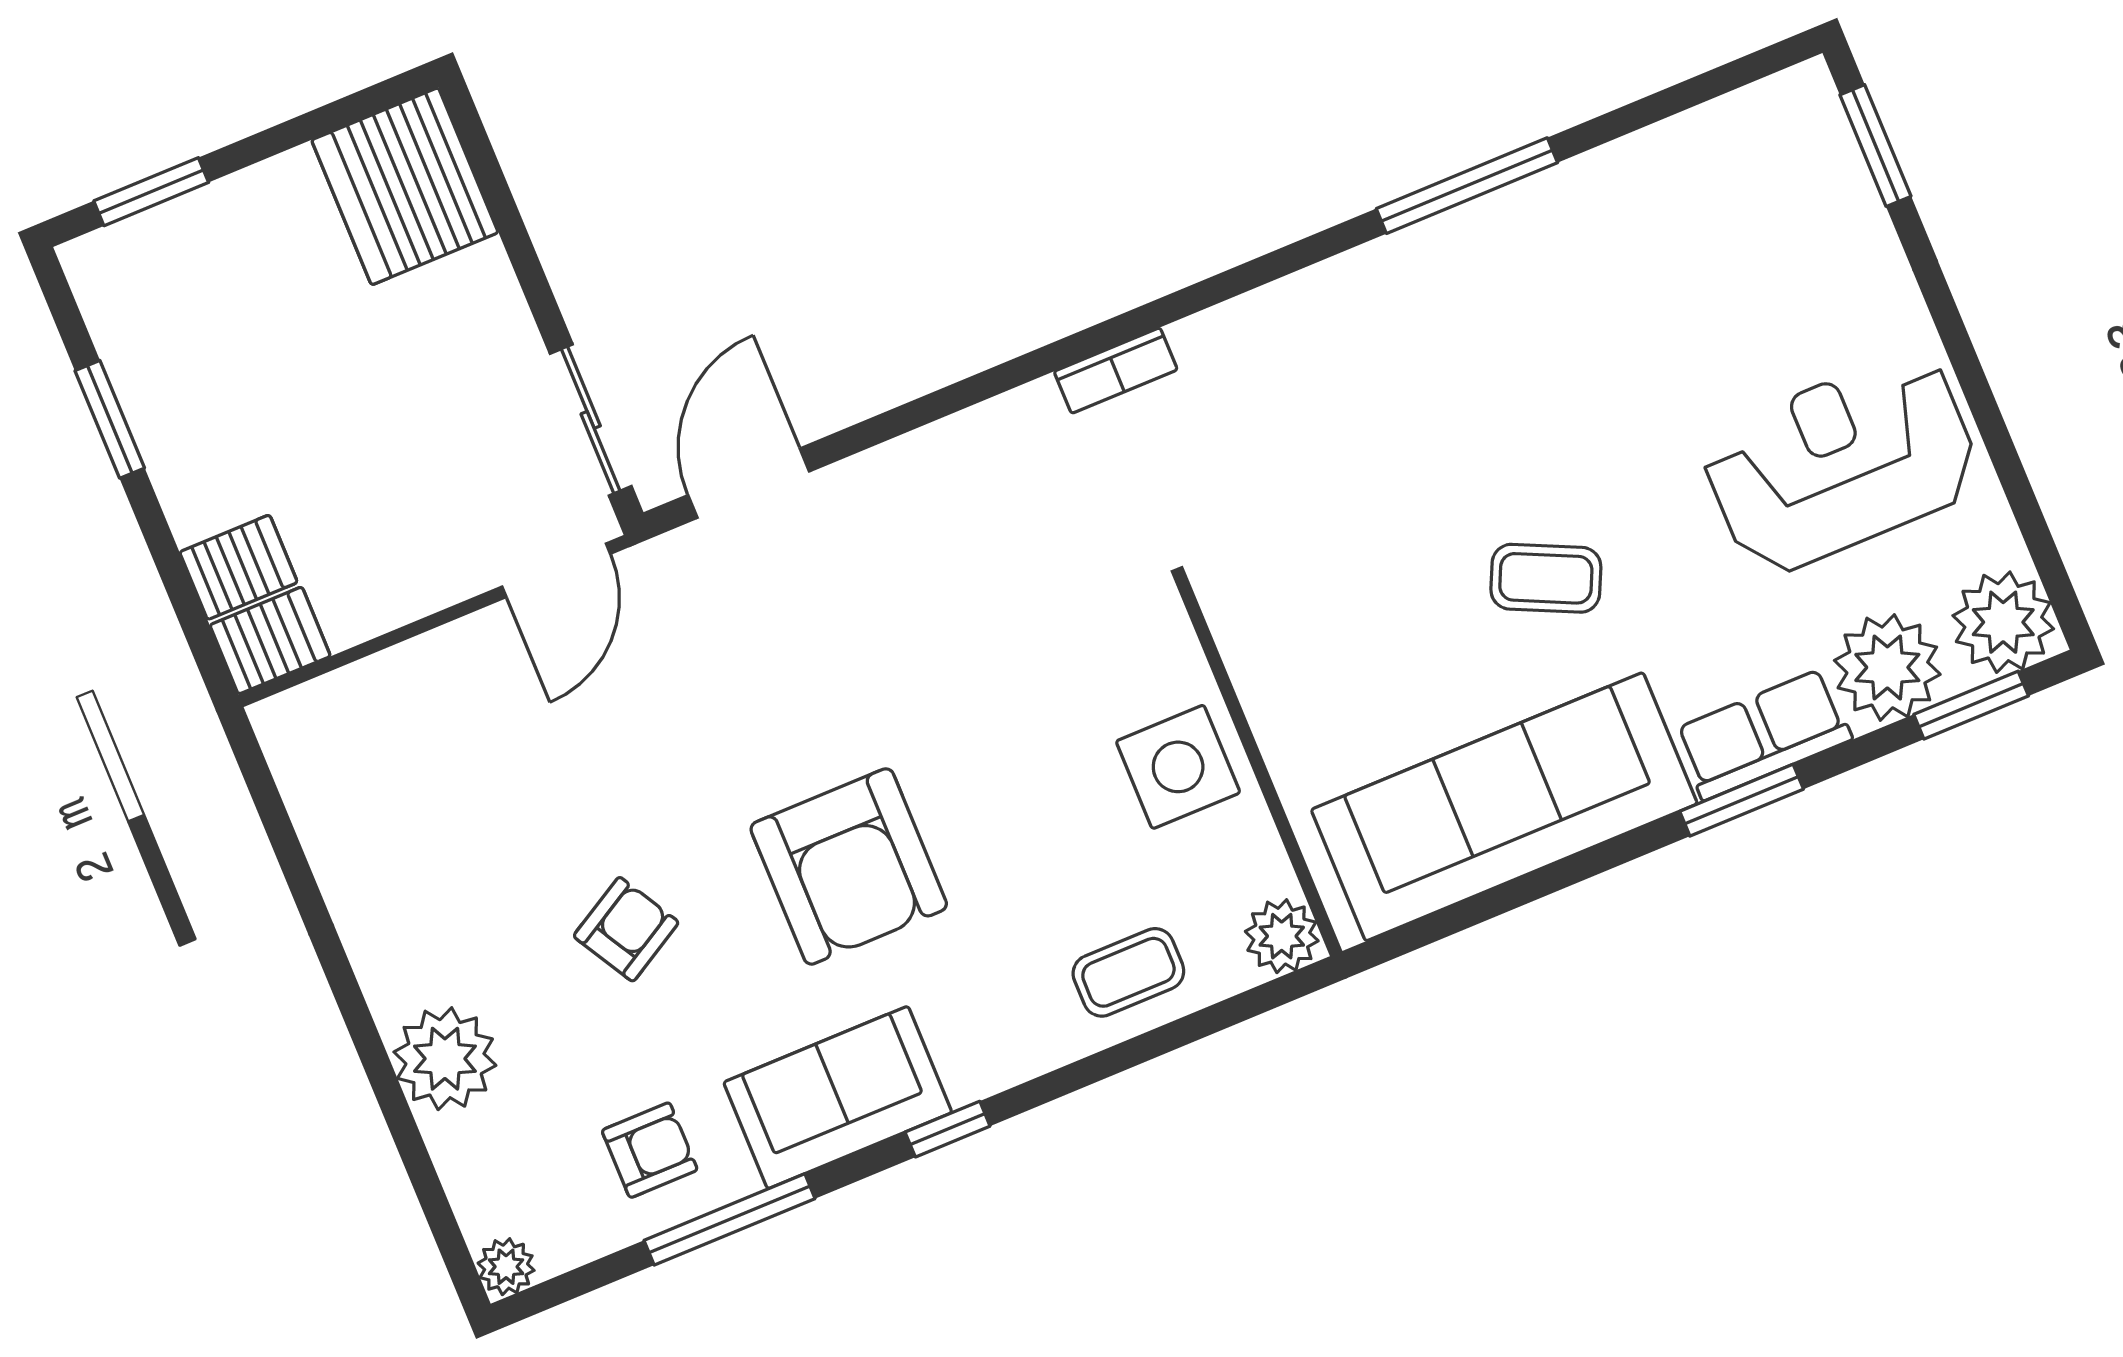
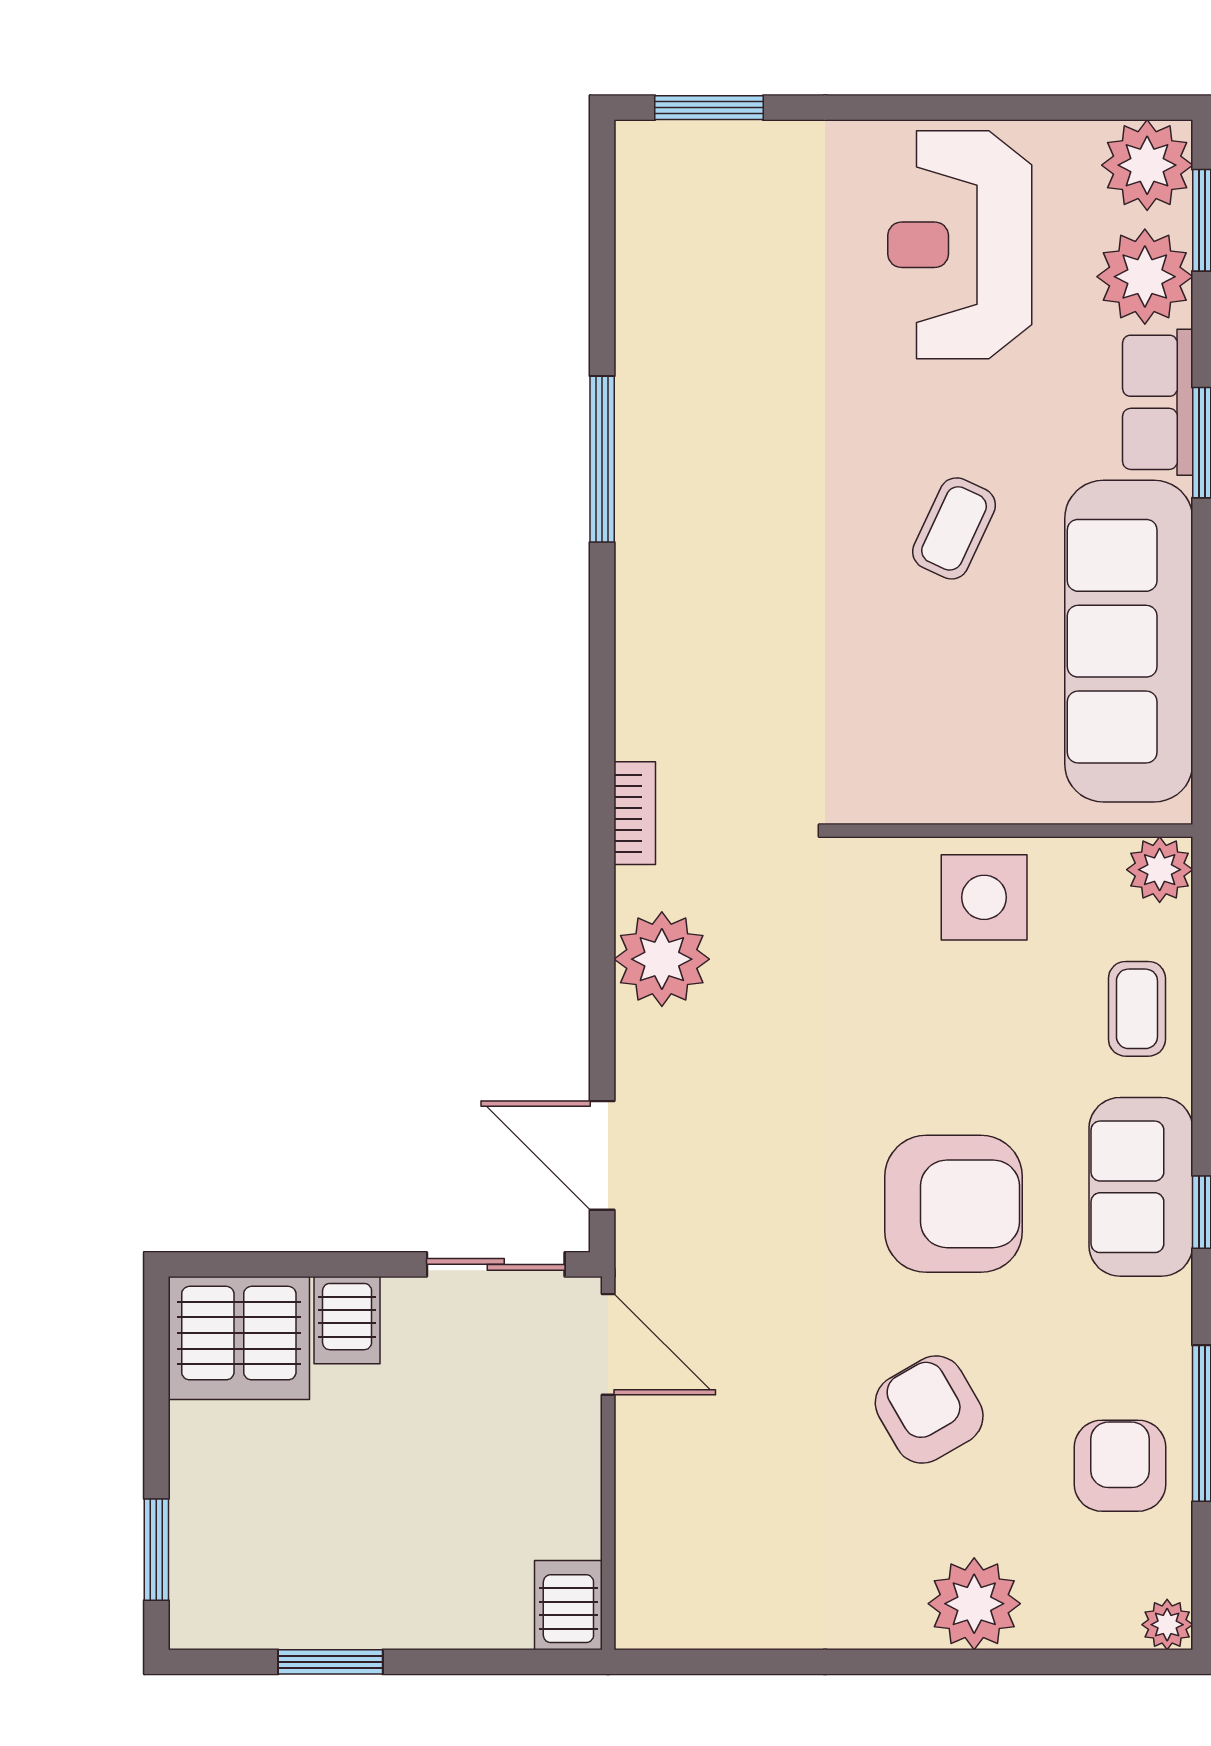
plant: (977, 461) -> (662, 959), added
server rack: (238, 567) -> (347, 1320), moved, turned 180
armchair: (626, 929) -> (929, 1410), width x1.38, depth x1.38
sofa: (838, 1097) -> (1141, 1187), moved
armchair: (650, 1150) -> (1120, 1466), width x1.38, depth x1.38

